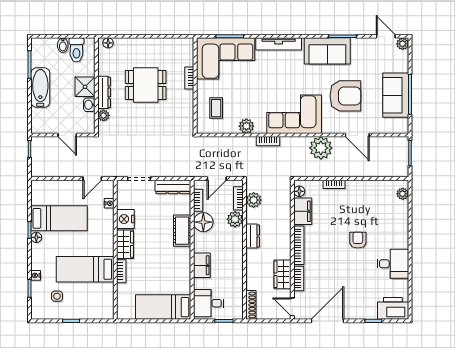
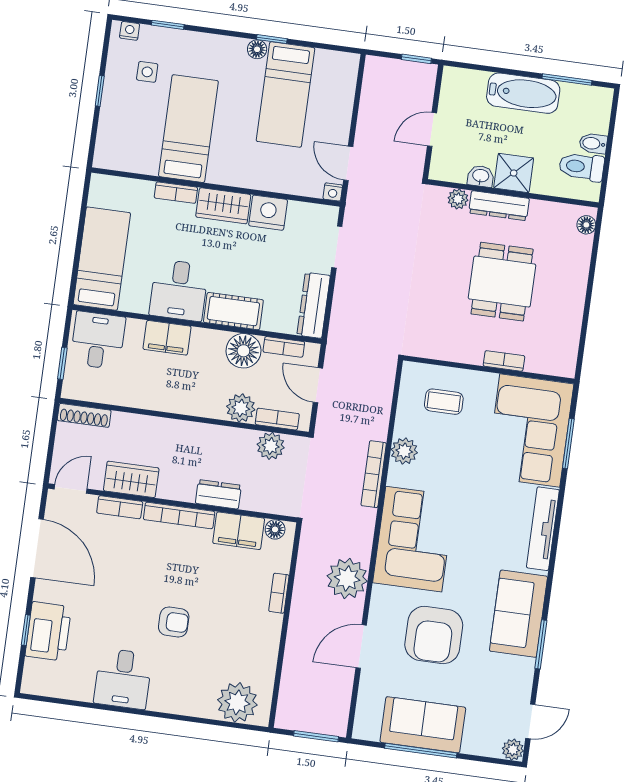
bookcase: (268, 141) -> (374, 474), width x1.56
plant: (403, 194) -> (237, 702), width x1.88, depth x1.88
nightstand: (109, 203) -> (333, 192), moved
dresser: (253, 236) -> (218, 494), moved, turned 180
desk: (175, 262) -> (179, 290), added
nightstand: (36, 275) -> (130, 31), moved
printer: (393, 308) -> (48, 631), moved

